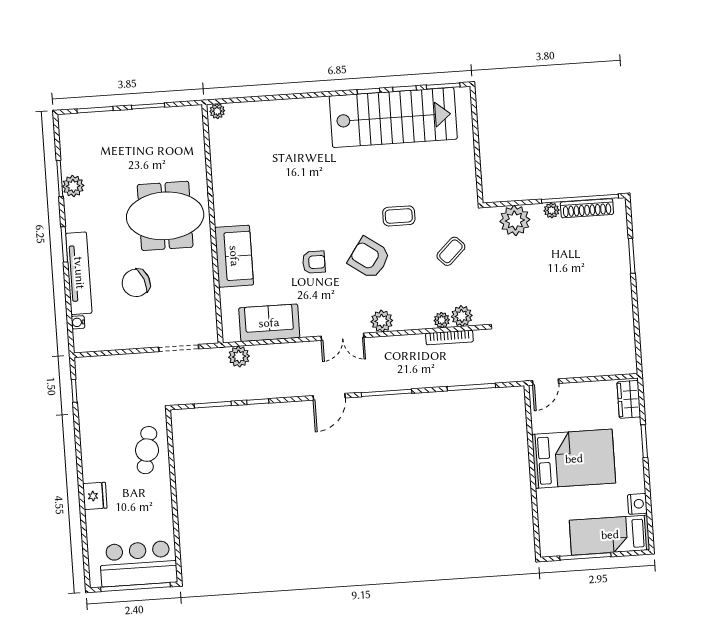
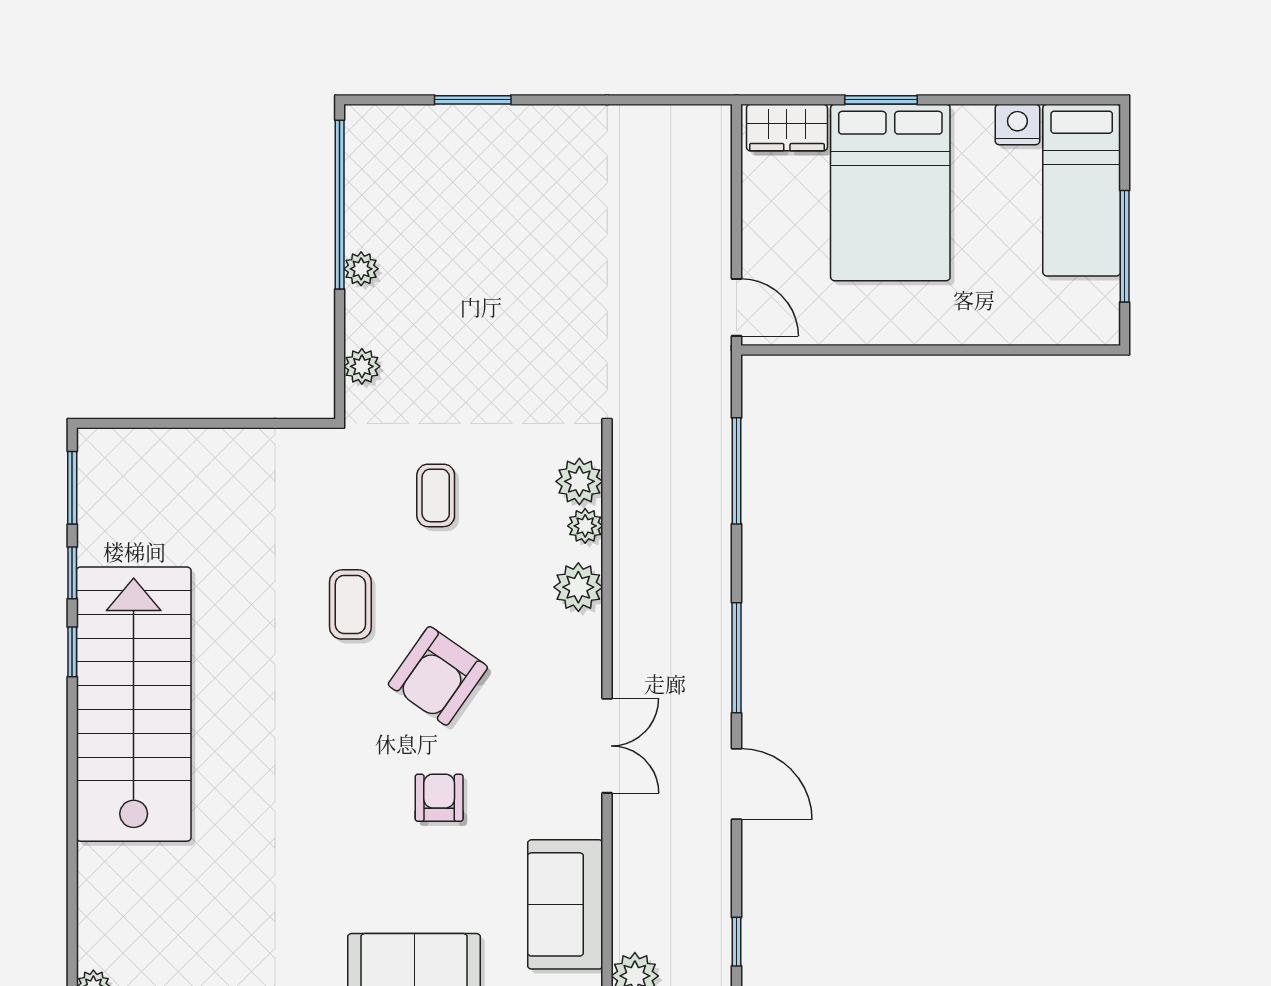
stairs: (393, 117) -> (134, 704), moved
shoe rack: (587, 208) -> (362, 191), removed
plant: (515, 220) -> (362, 366), width x0.53, depth x0.53
coffee table: (451, 251) -> (436, 495), turned 44
plant: (382, 321) -> (578, 587), moved
bookcase: (449, 338) -> (625, 512), removed
bed: (574, 459) -> (890, 192), moved, turned 180

